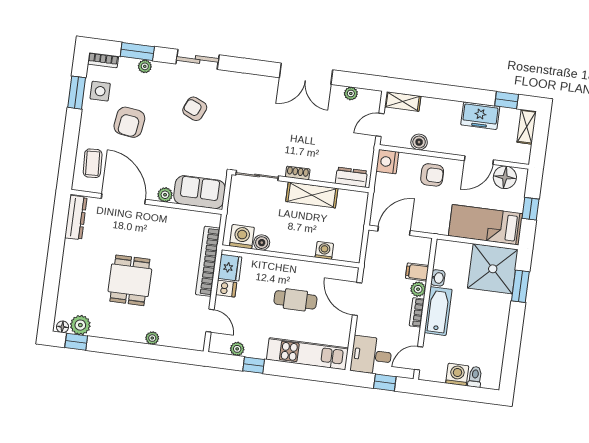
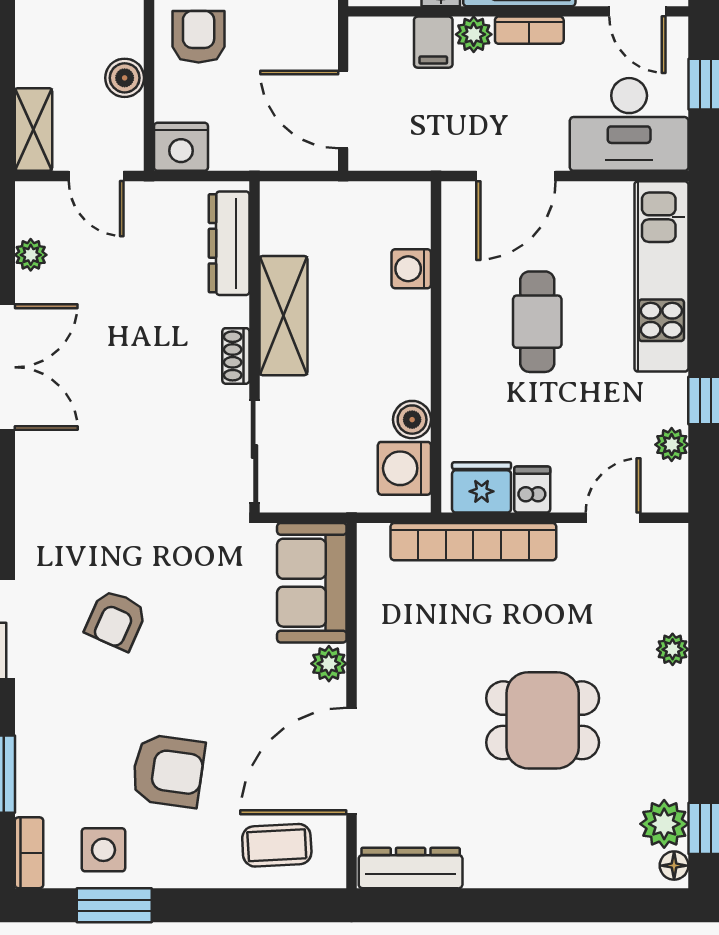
plant: (145, 66) -> (31, 752), removed
dresser: (351, 177) -> (229, 243), width x1.44
desk: (371, 355) -> (629, 124), width x1.37

